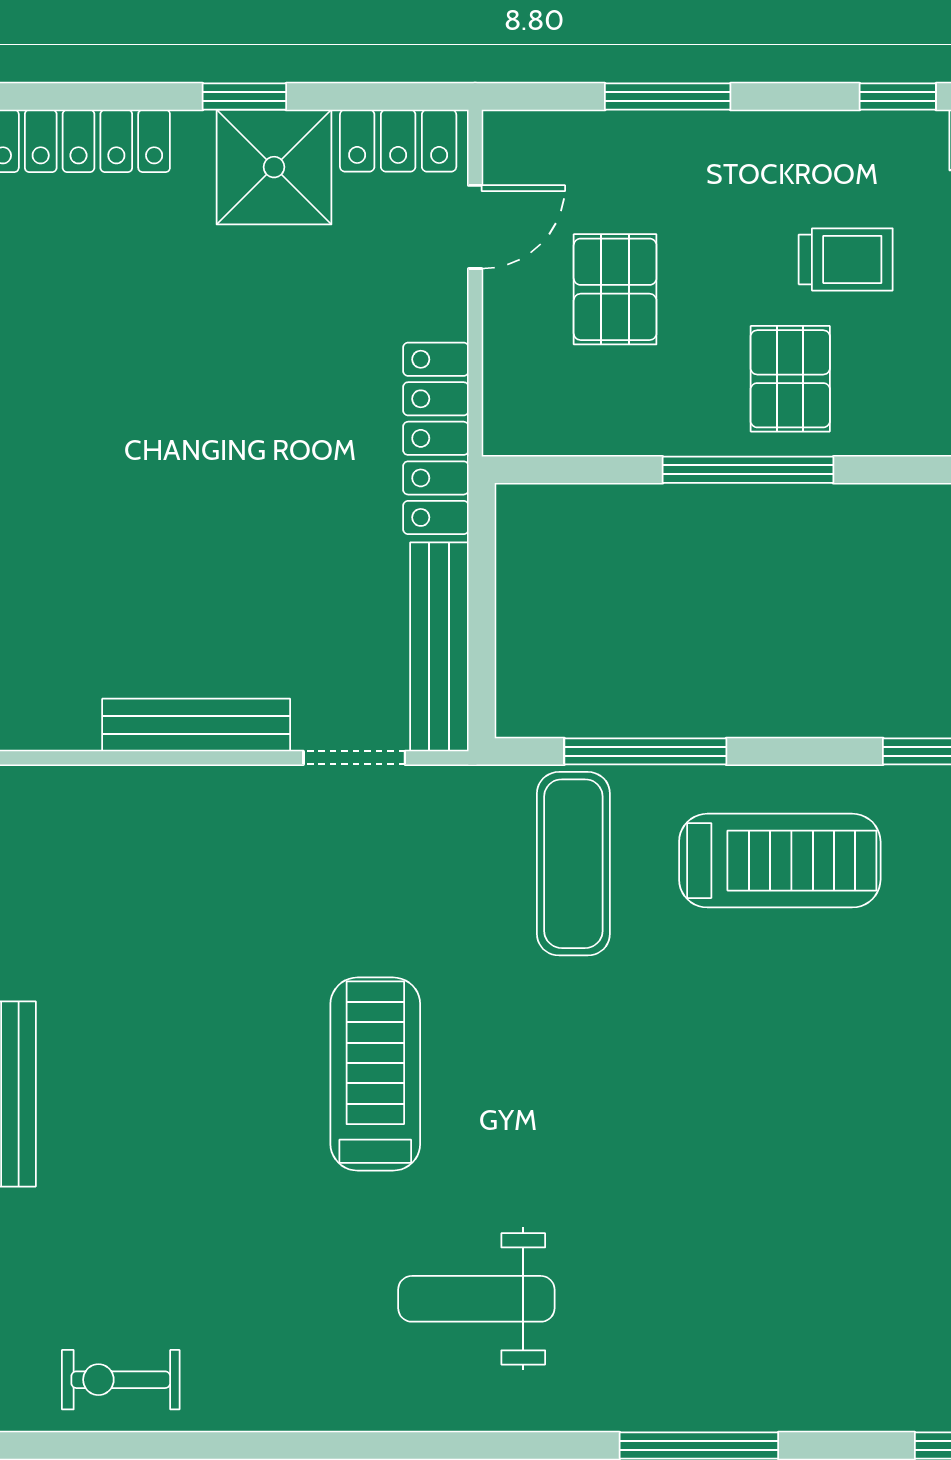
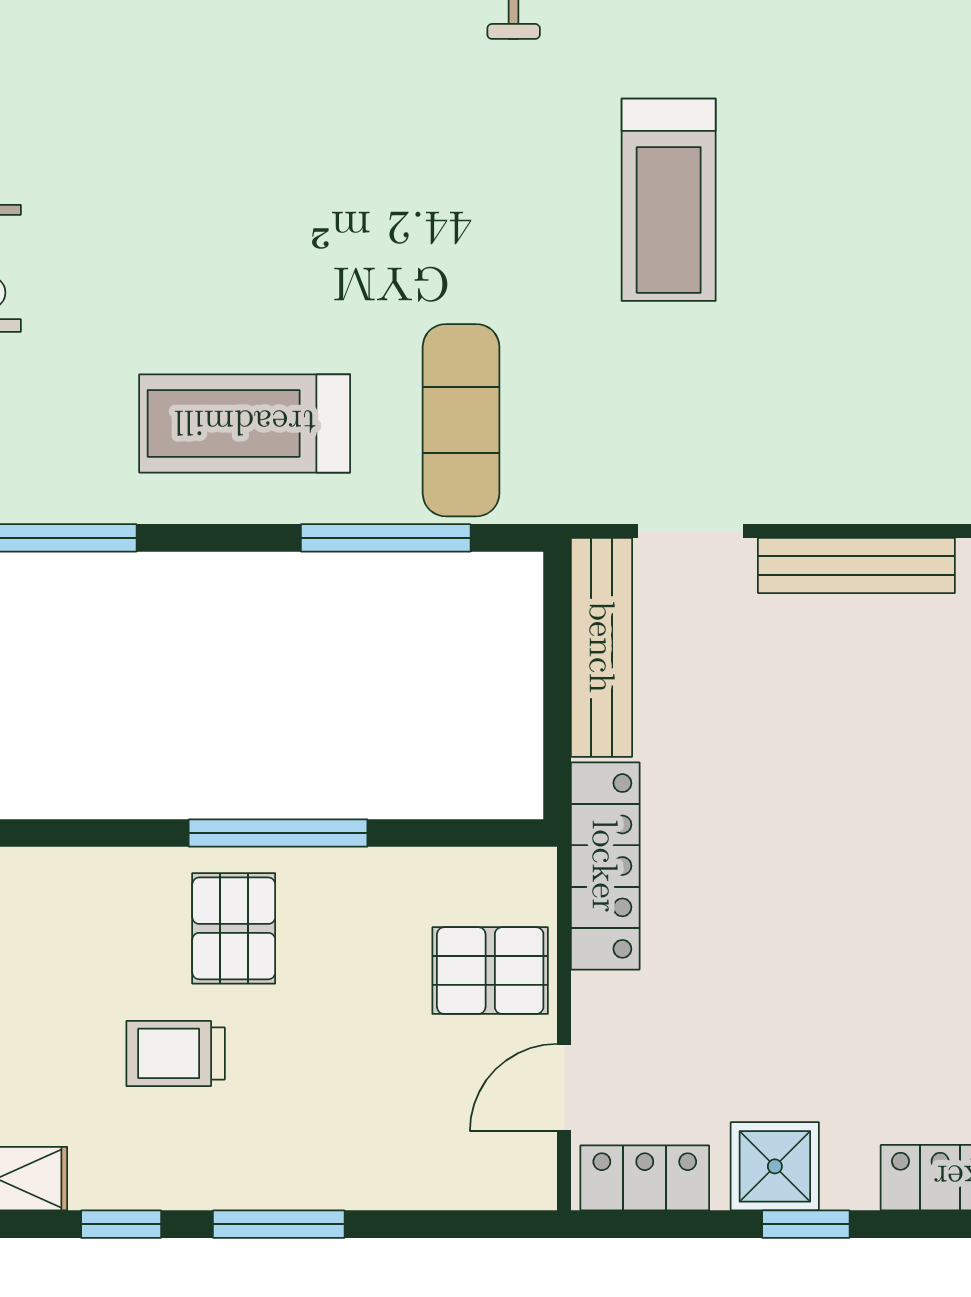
window: (668, 97) -> (279, 1224), moved
shower: (274, 167) -> (775, 1166), width x0.73, depth x0.73
pallet: (615, 289) -> (490, 971), moved, turned 90

